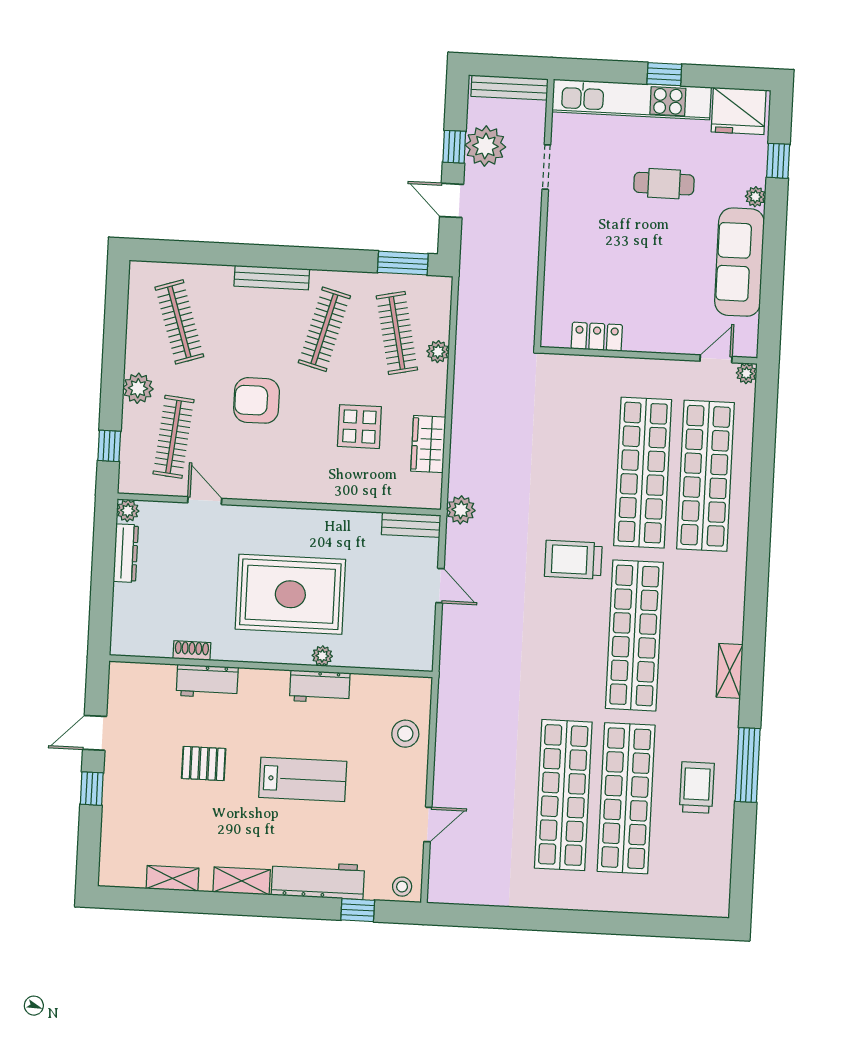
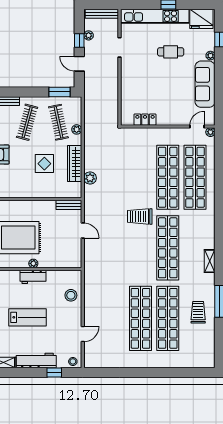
plant: (485, 146) -> (89, 35), width x0.53, depth x0.53
wardrobe: (428, 444) -> (75, 164), width x1.50
plant: (461, 510) -> (90, 178), moved

